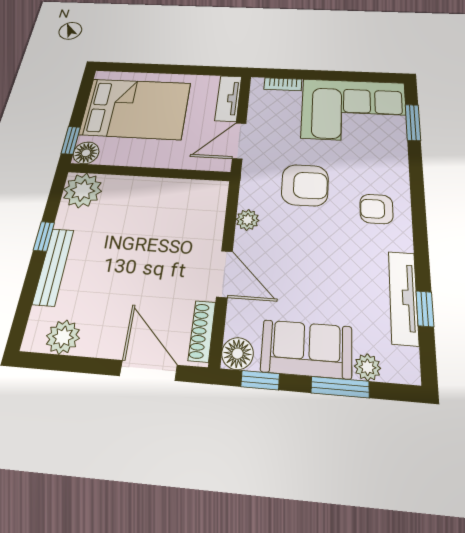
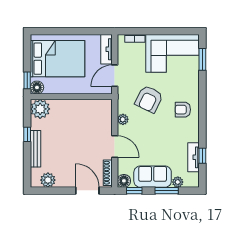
armchair: (305, 185) -> (149, 99), turned 116
tv unit: (403, 297) -> (193, 157), width x0.71

